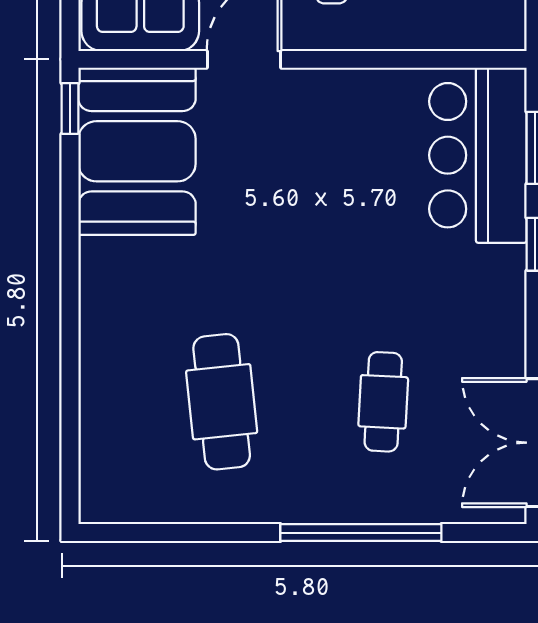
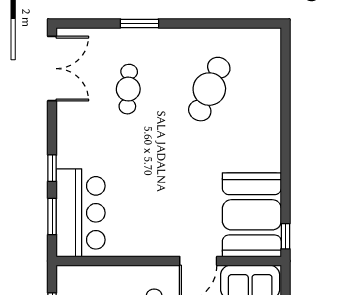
cafe table: (222, 402) -> (209, 89), turned 30
window: (361, 533) -> (139, 23), width x0.47

